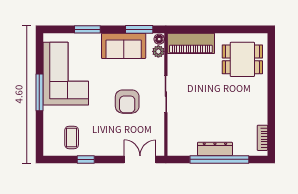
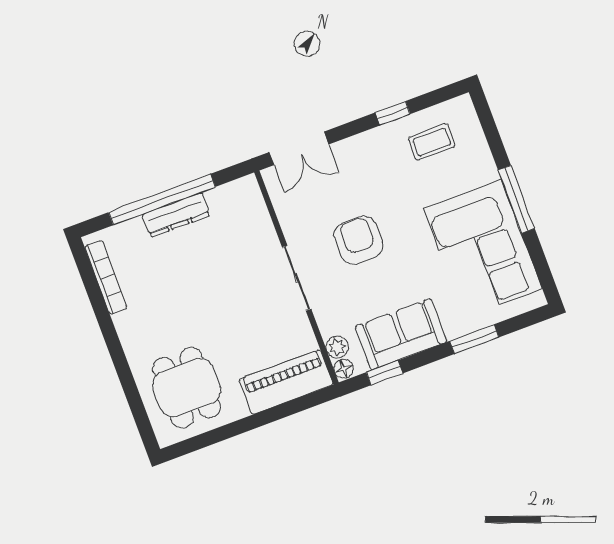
window: (139, 29) -> (385, 373), width x0.67
dining table: (242, 59) -> (187, 388), turned 90
coffee table: (72, 137) -> (432, 142), turned 90
bookcase: (262, 138) -> (106, 277), width x1.56

